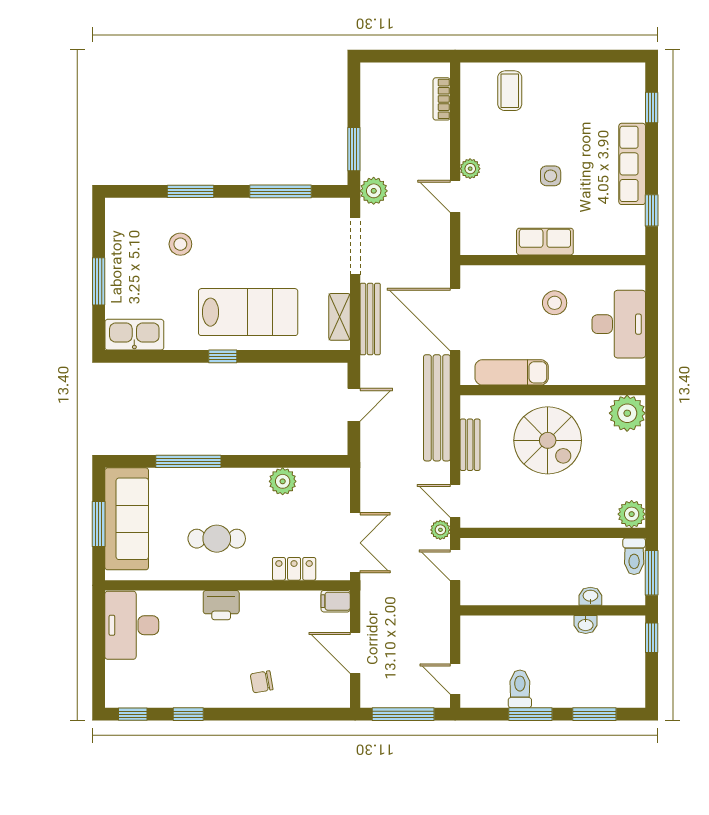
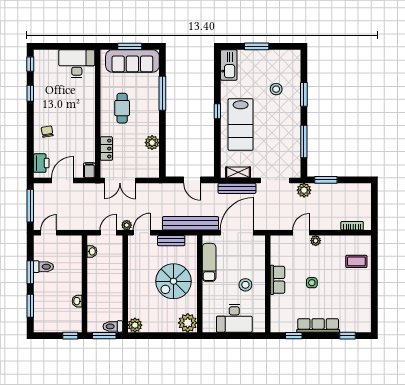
washbasin: (590, 596) -> (92, 251), moved
printer: (221, 605) -> (41, 163), moved, turned 180

